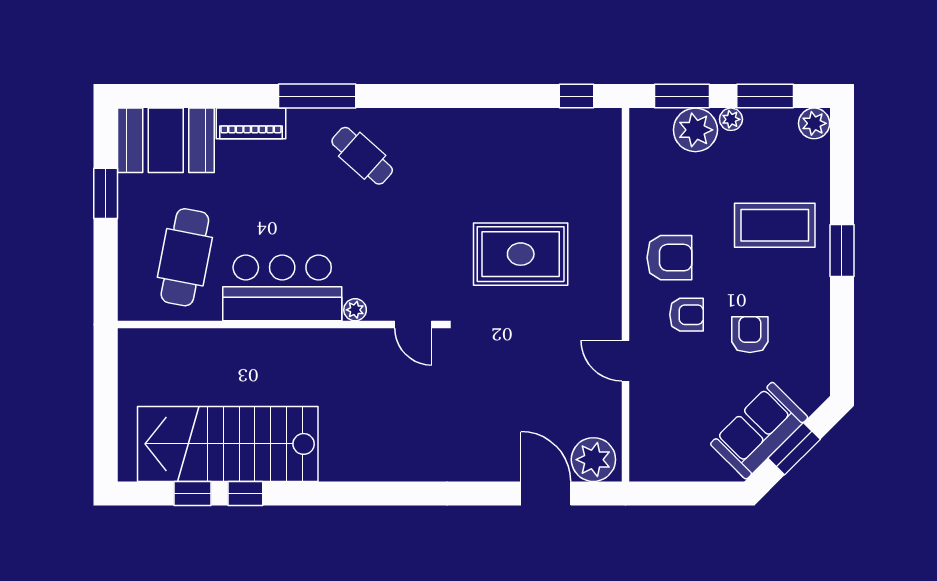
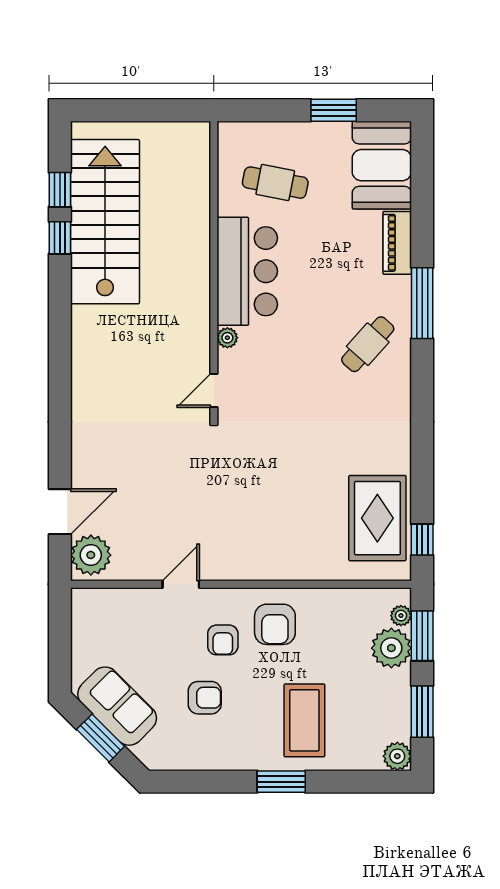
plant: (731, 119) -> (401, 616), moved
rug: (521, 254) -> (377, 518), moved
cafe table: (185, 257) -> (275, 183), width x0.73, depth x0.74

